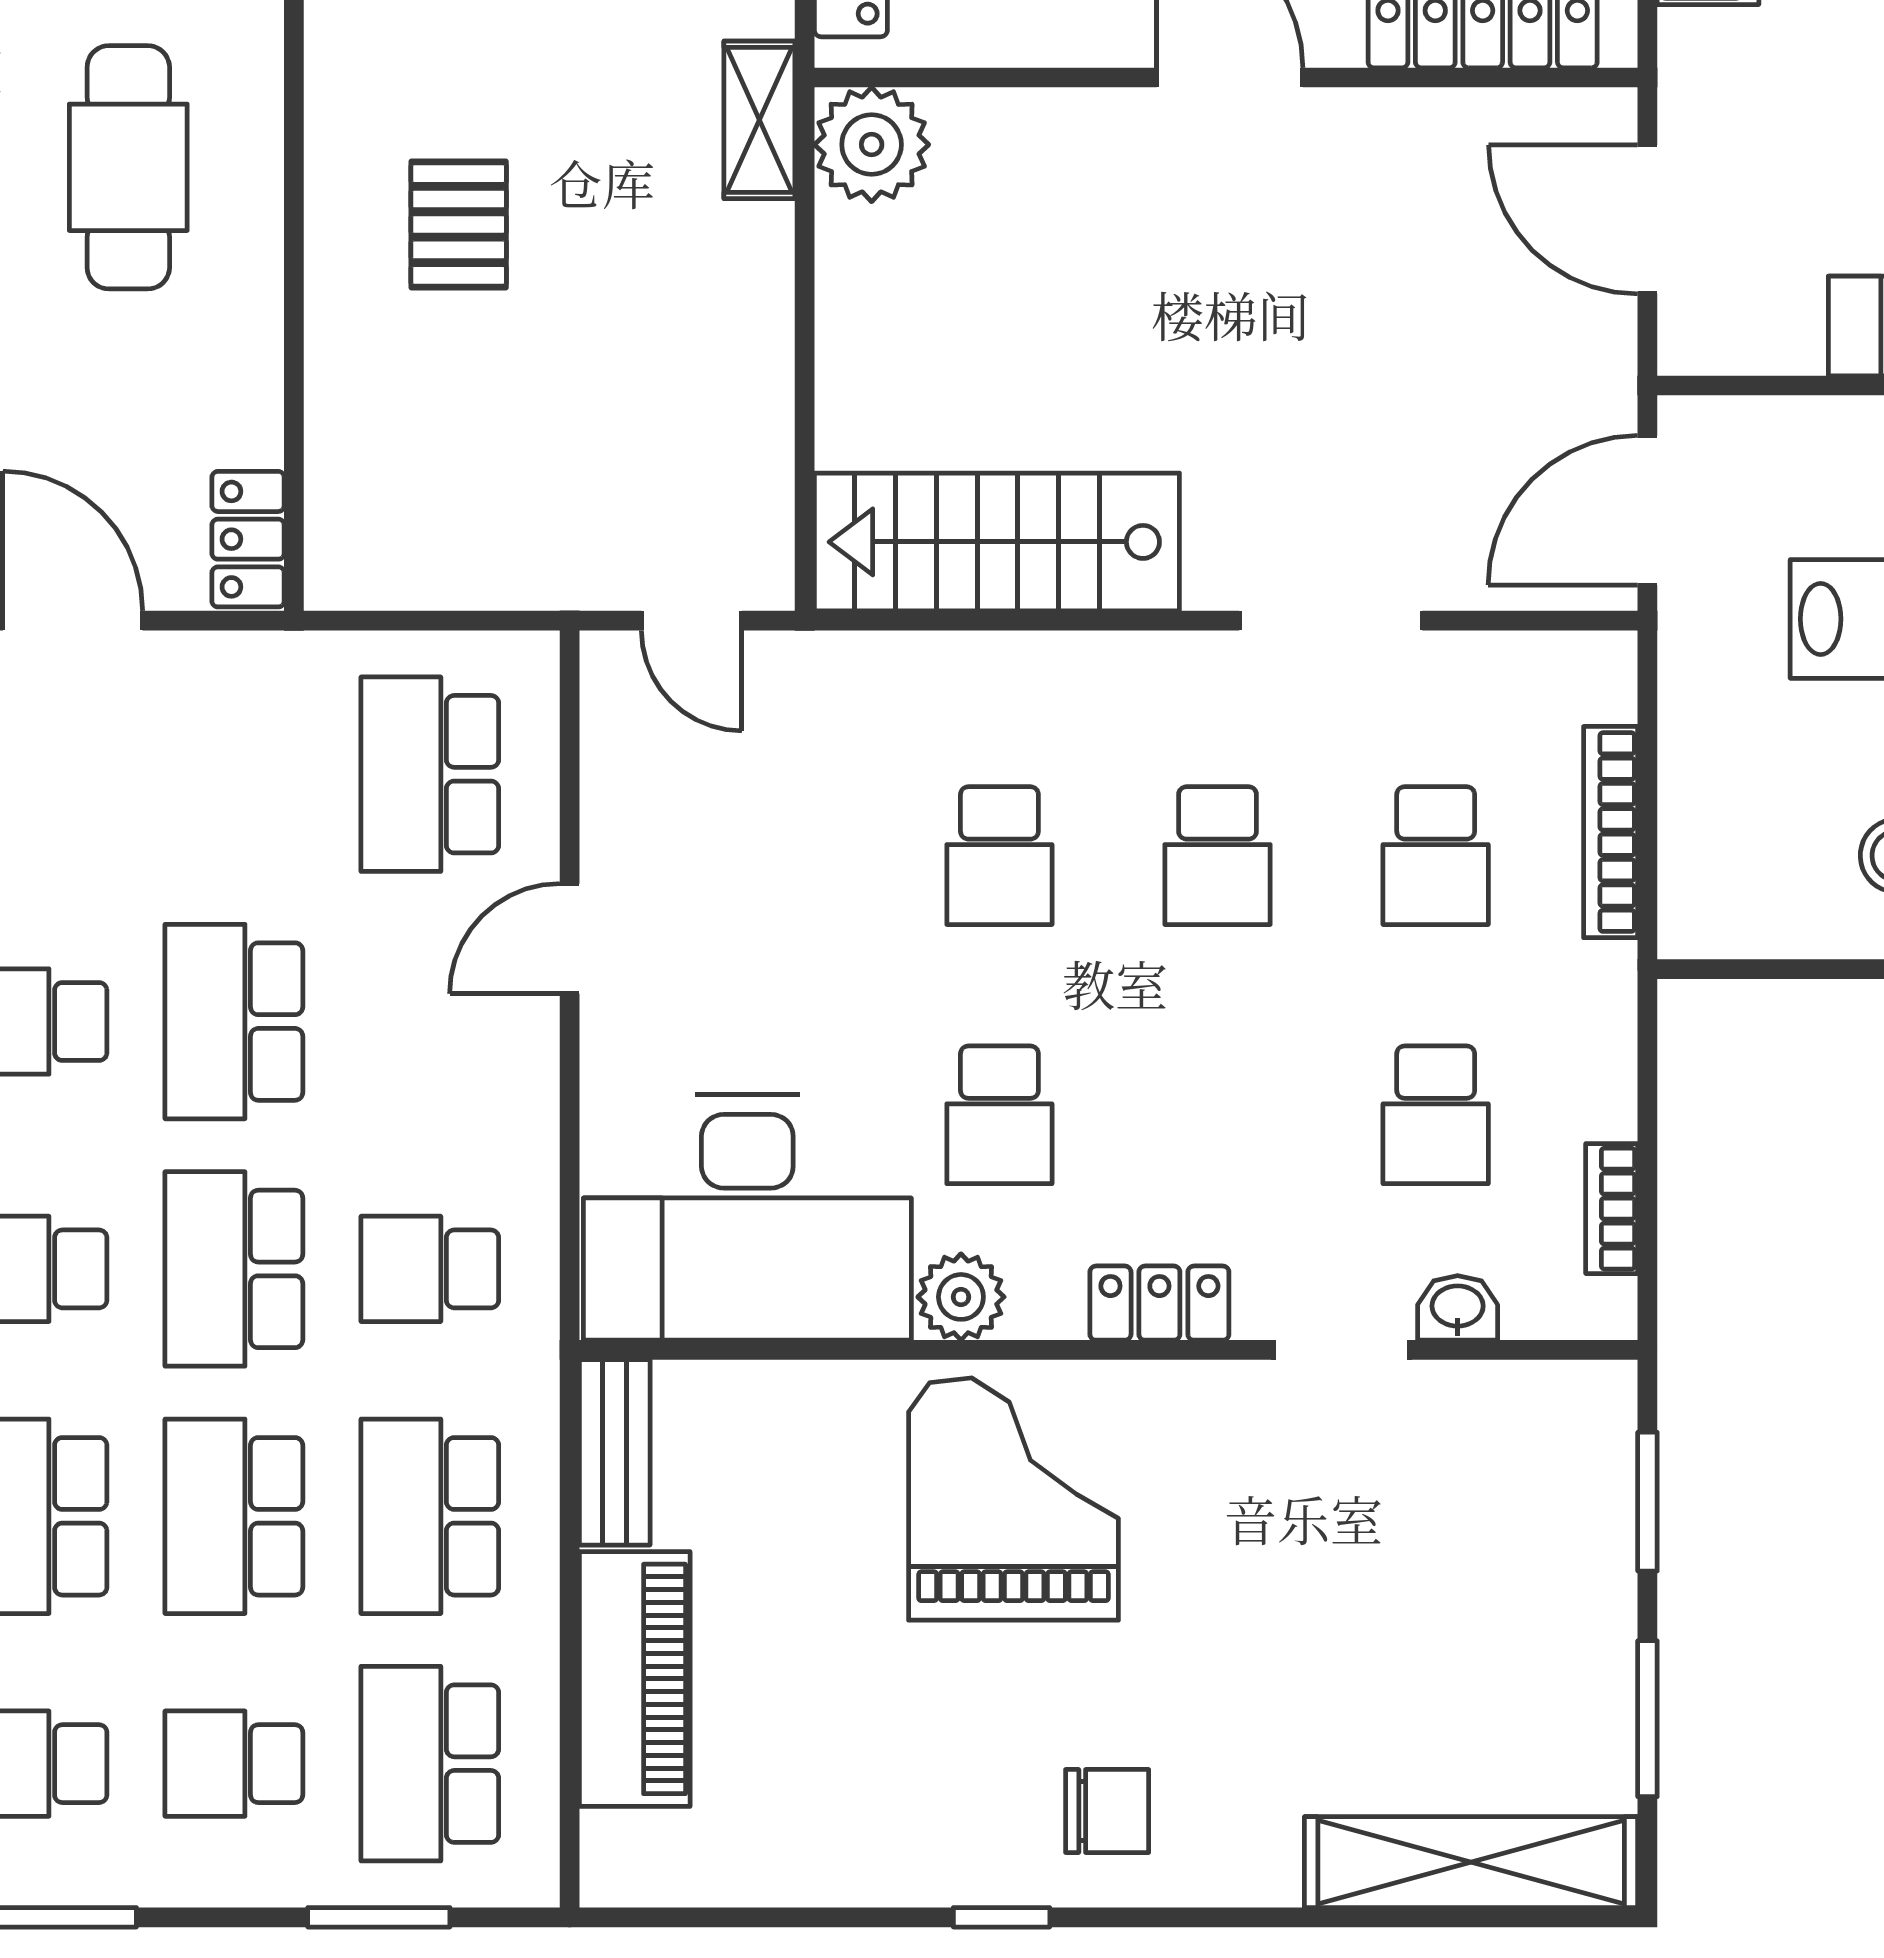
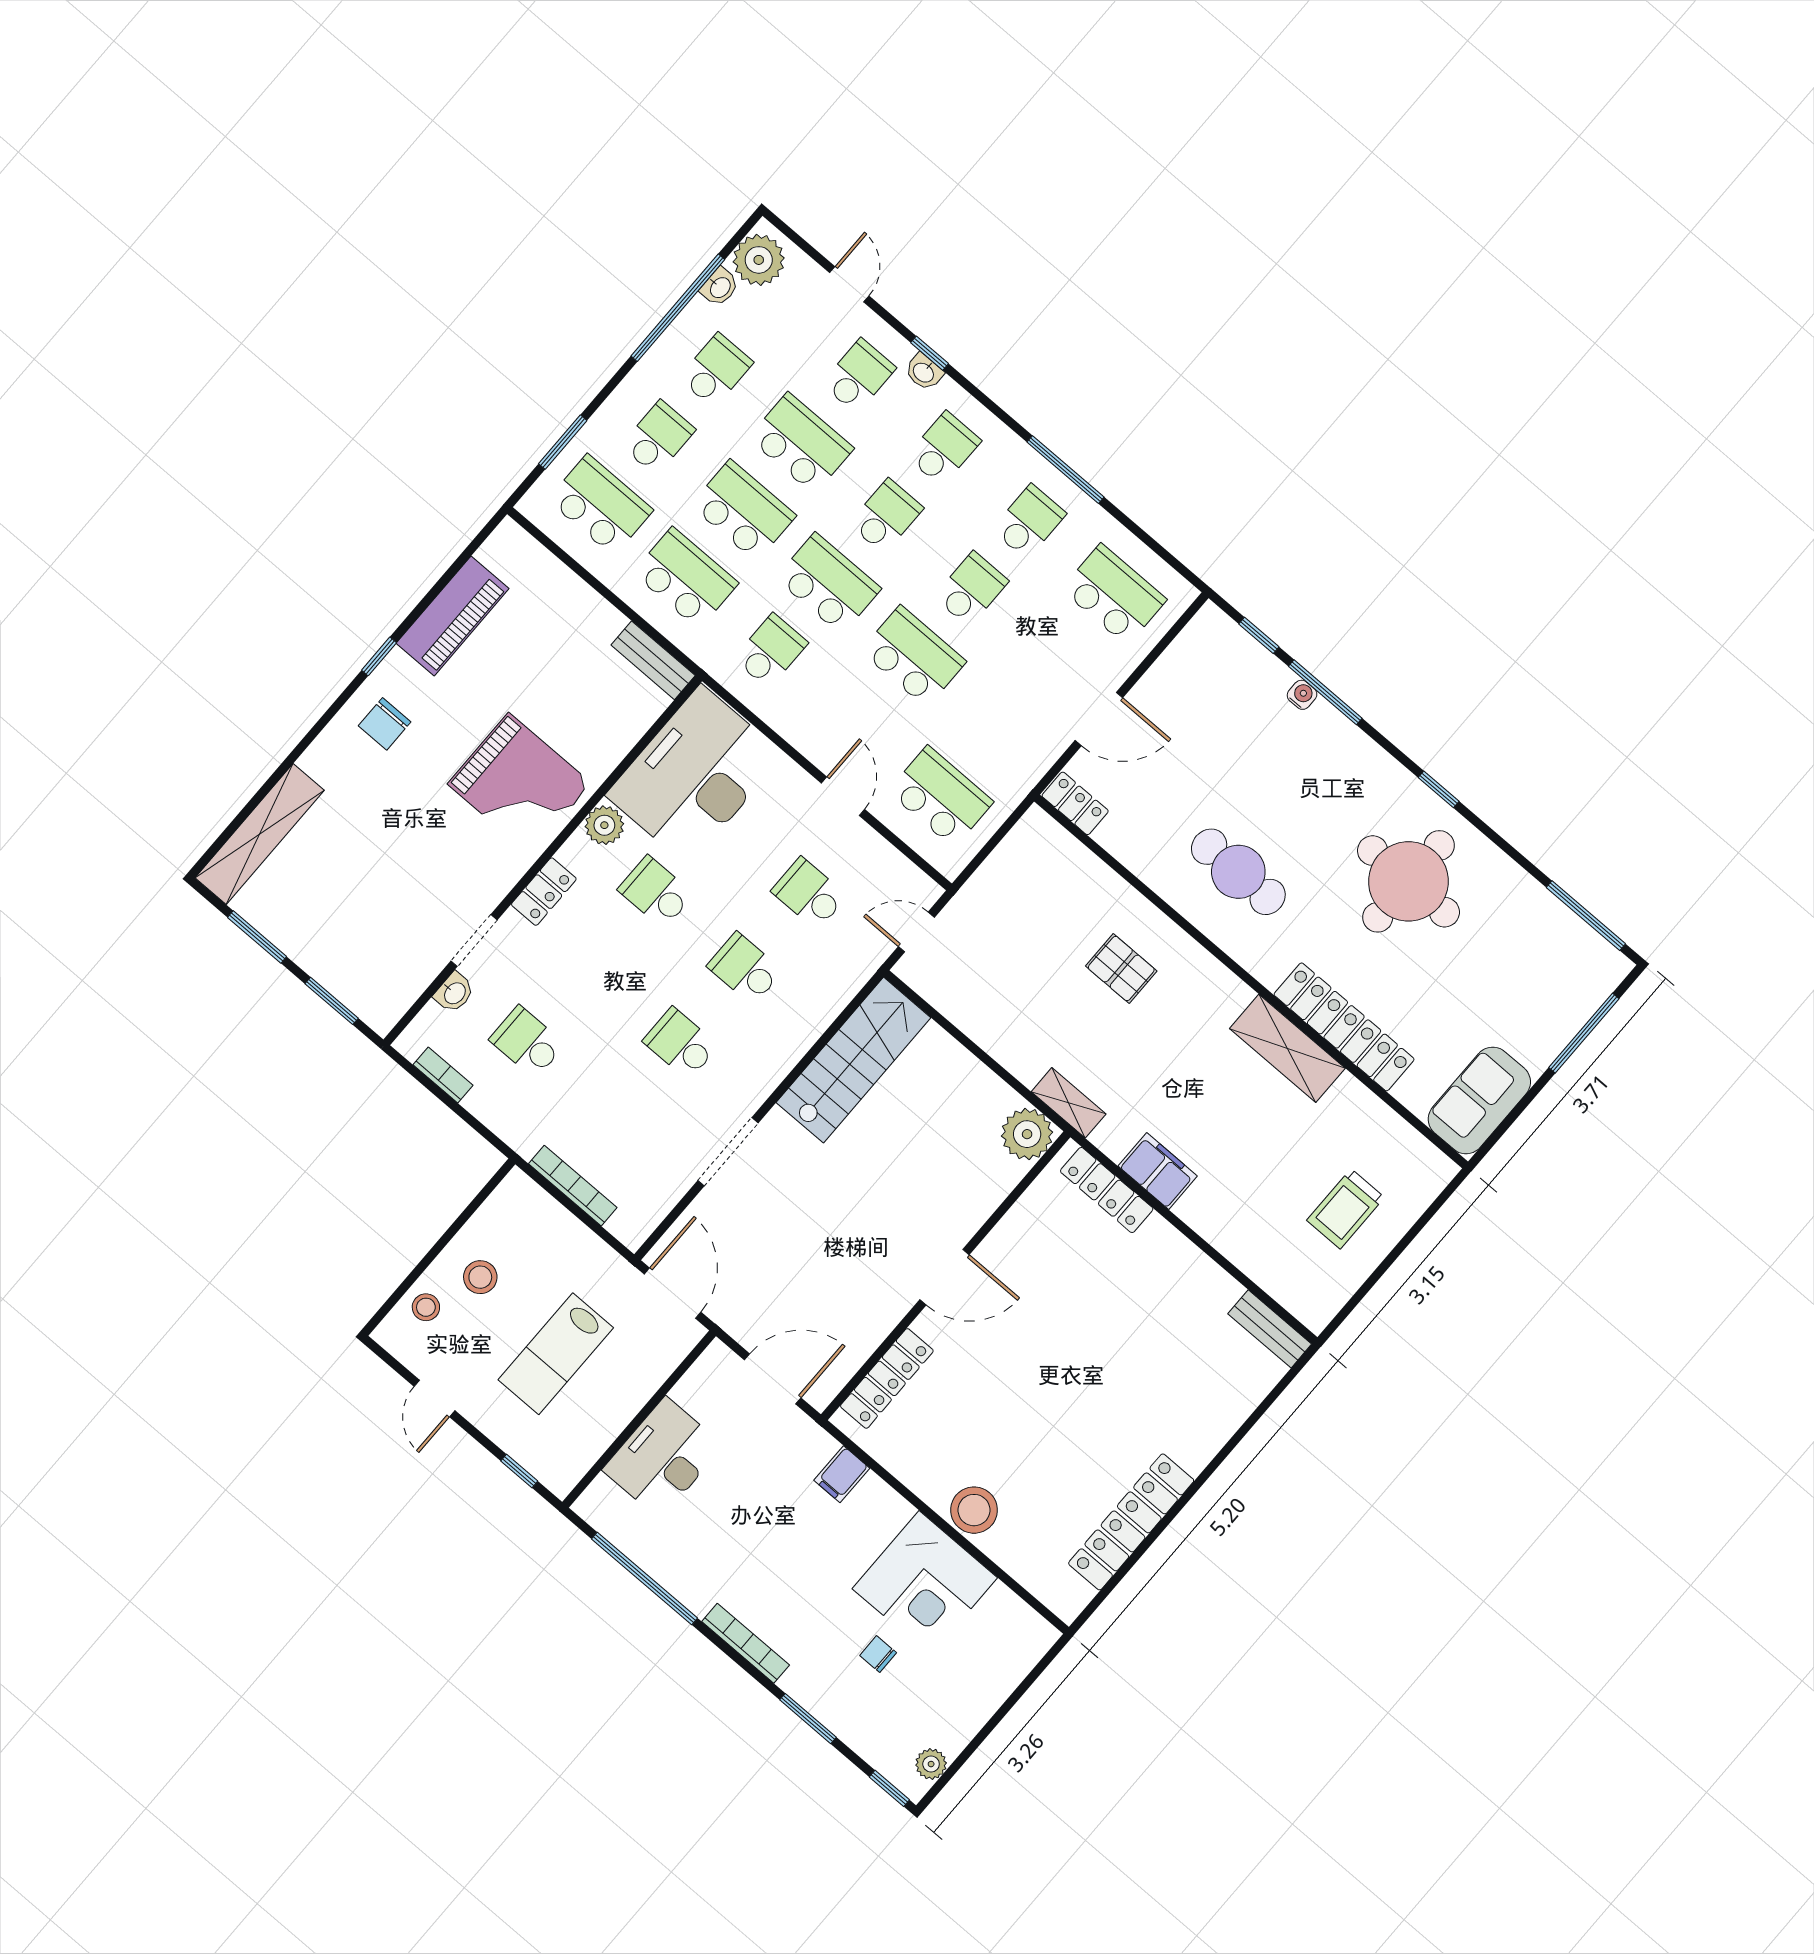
school desk: (1436, 856) -> (809, 893), moved
piano: (635, 1679) -> (453, 616), moved, turned -90

